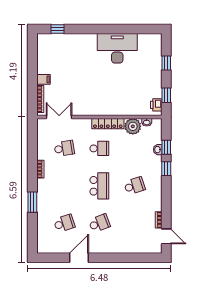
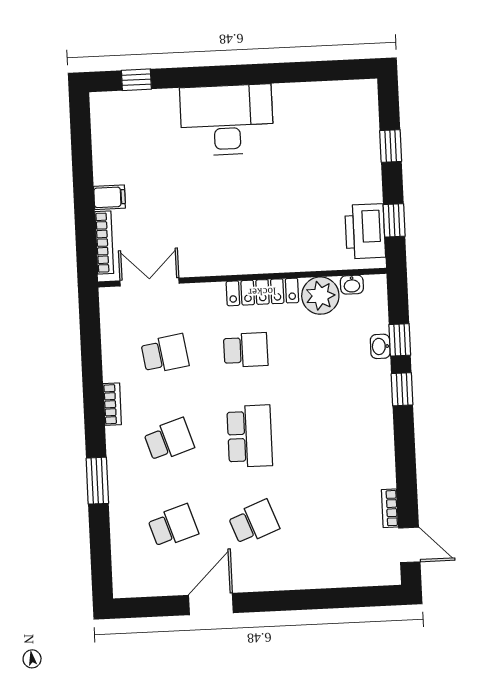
desk: (117, 48) -> (227, 120), moved
printer: (156, 105) -> (365, 231), width x1.87, depth x1.48
school desk: (134, 186) -> (169, 440), moved

